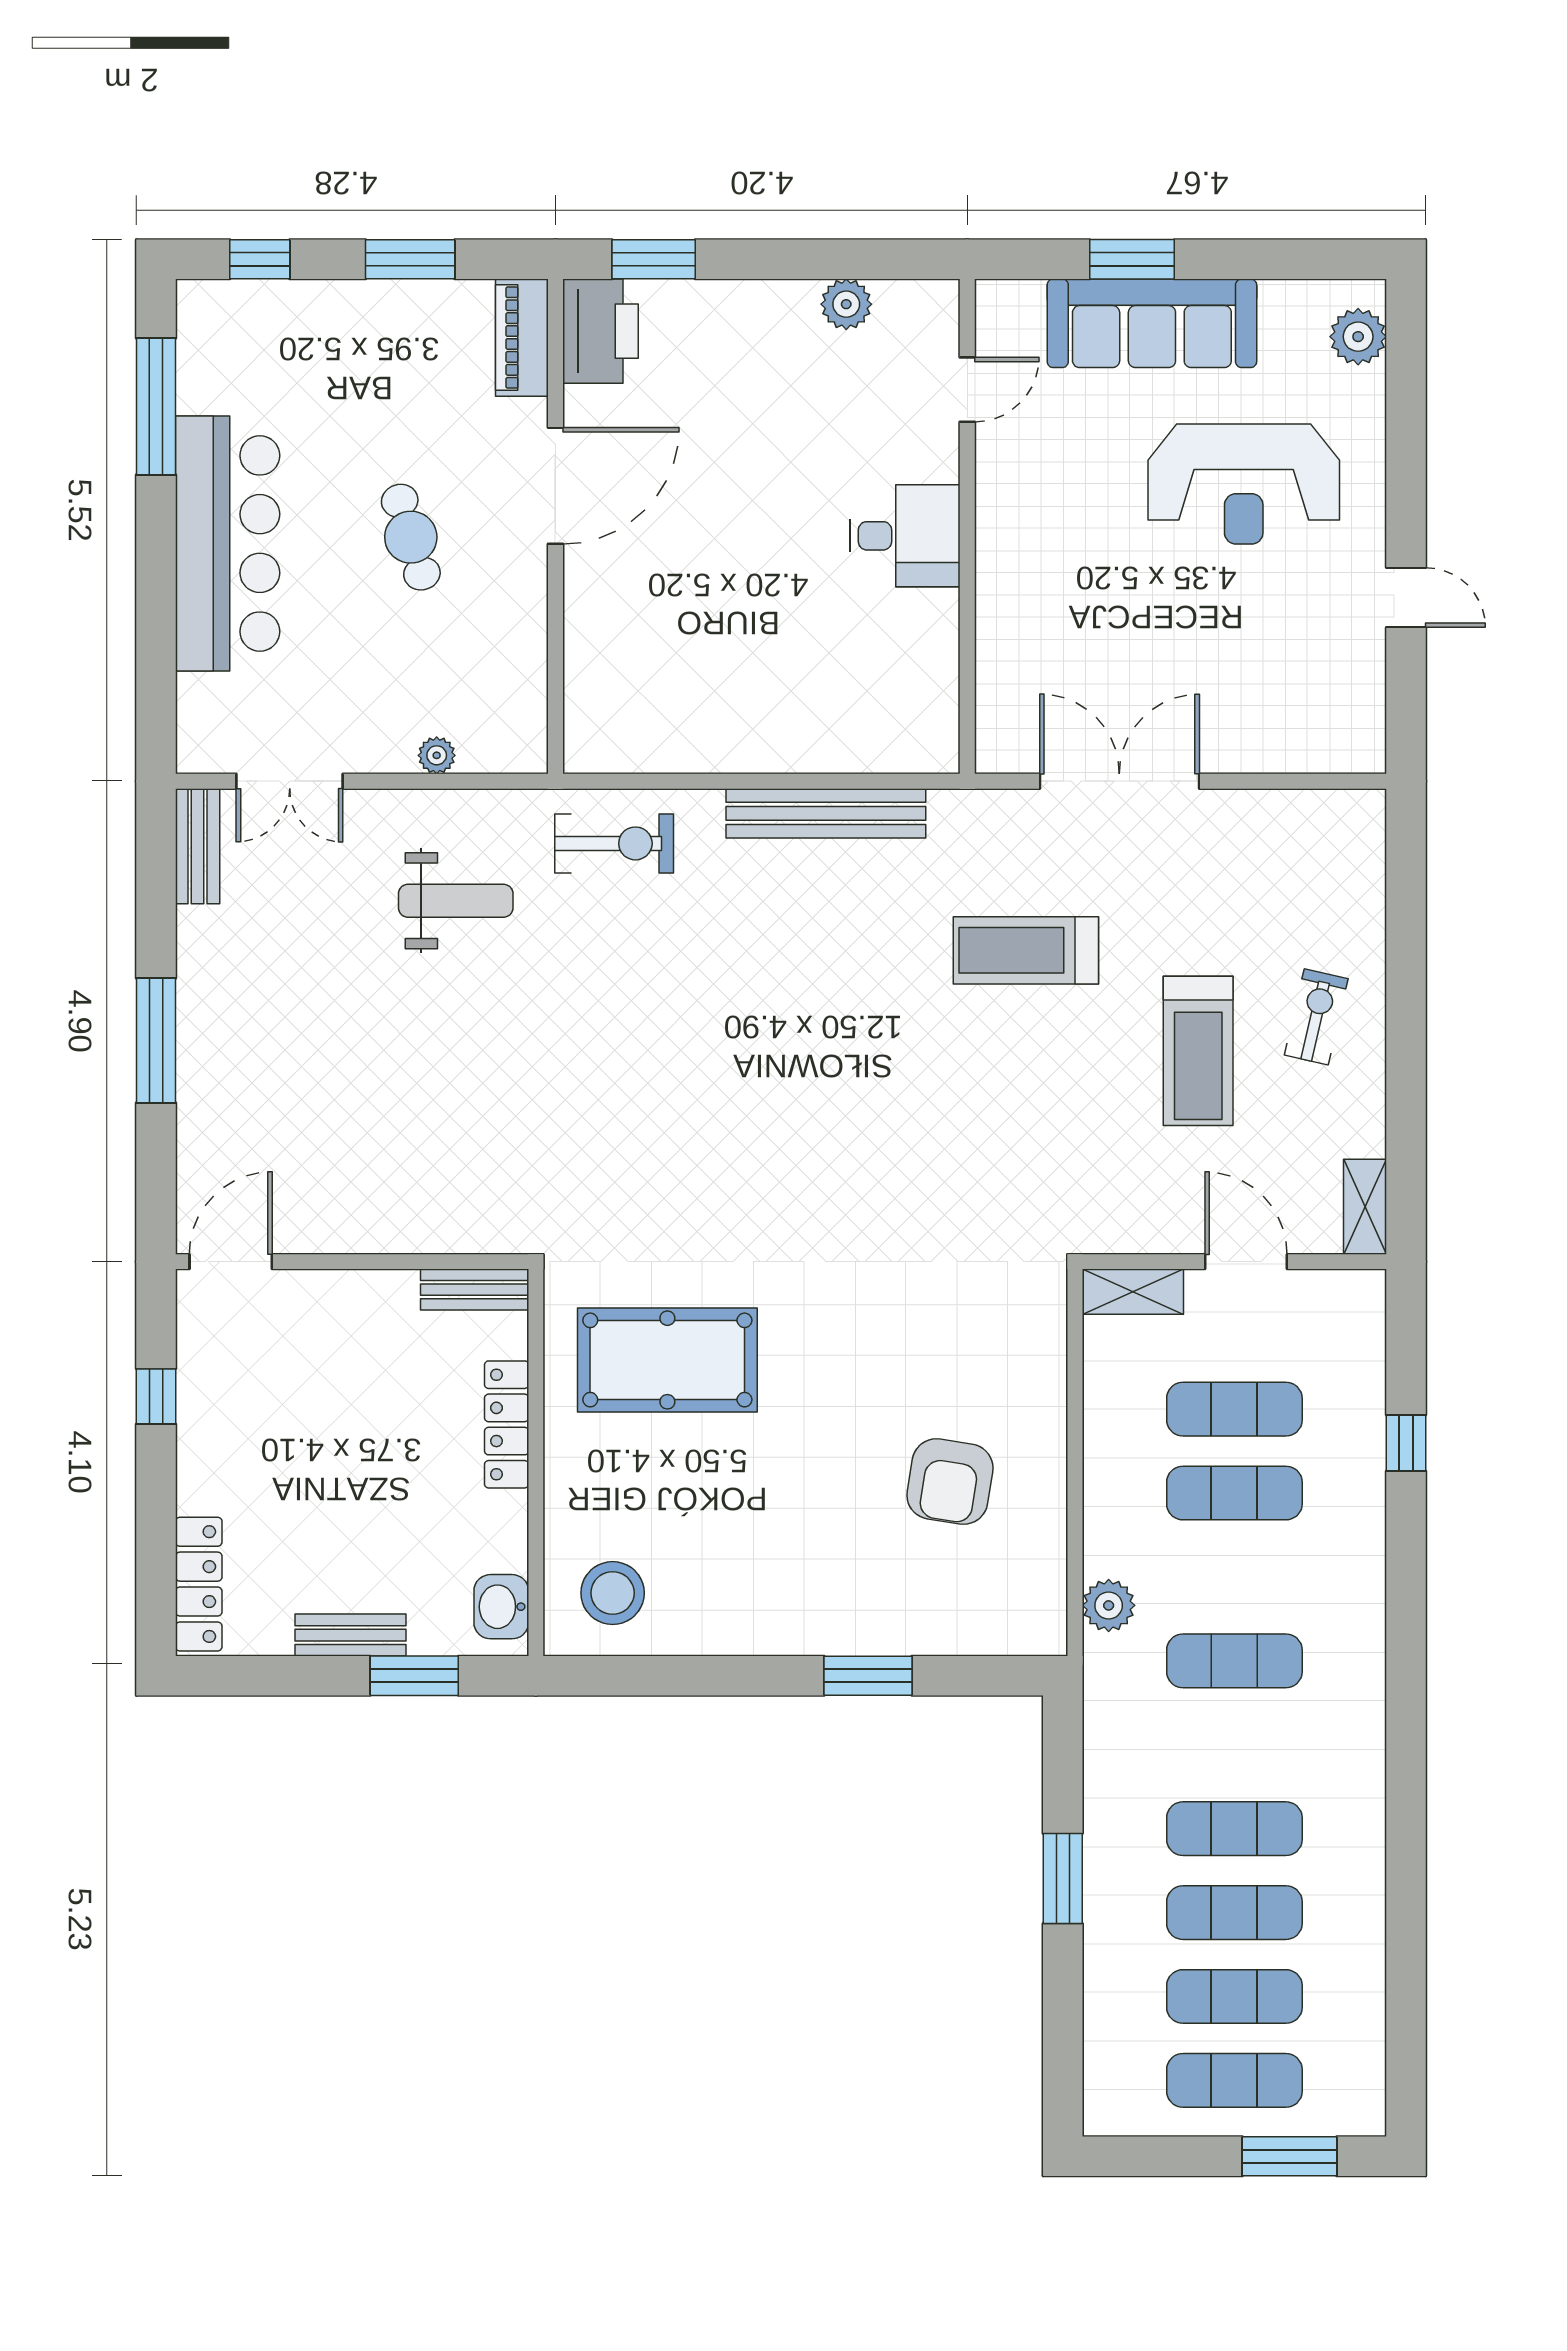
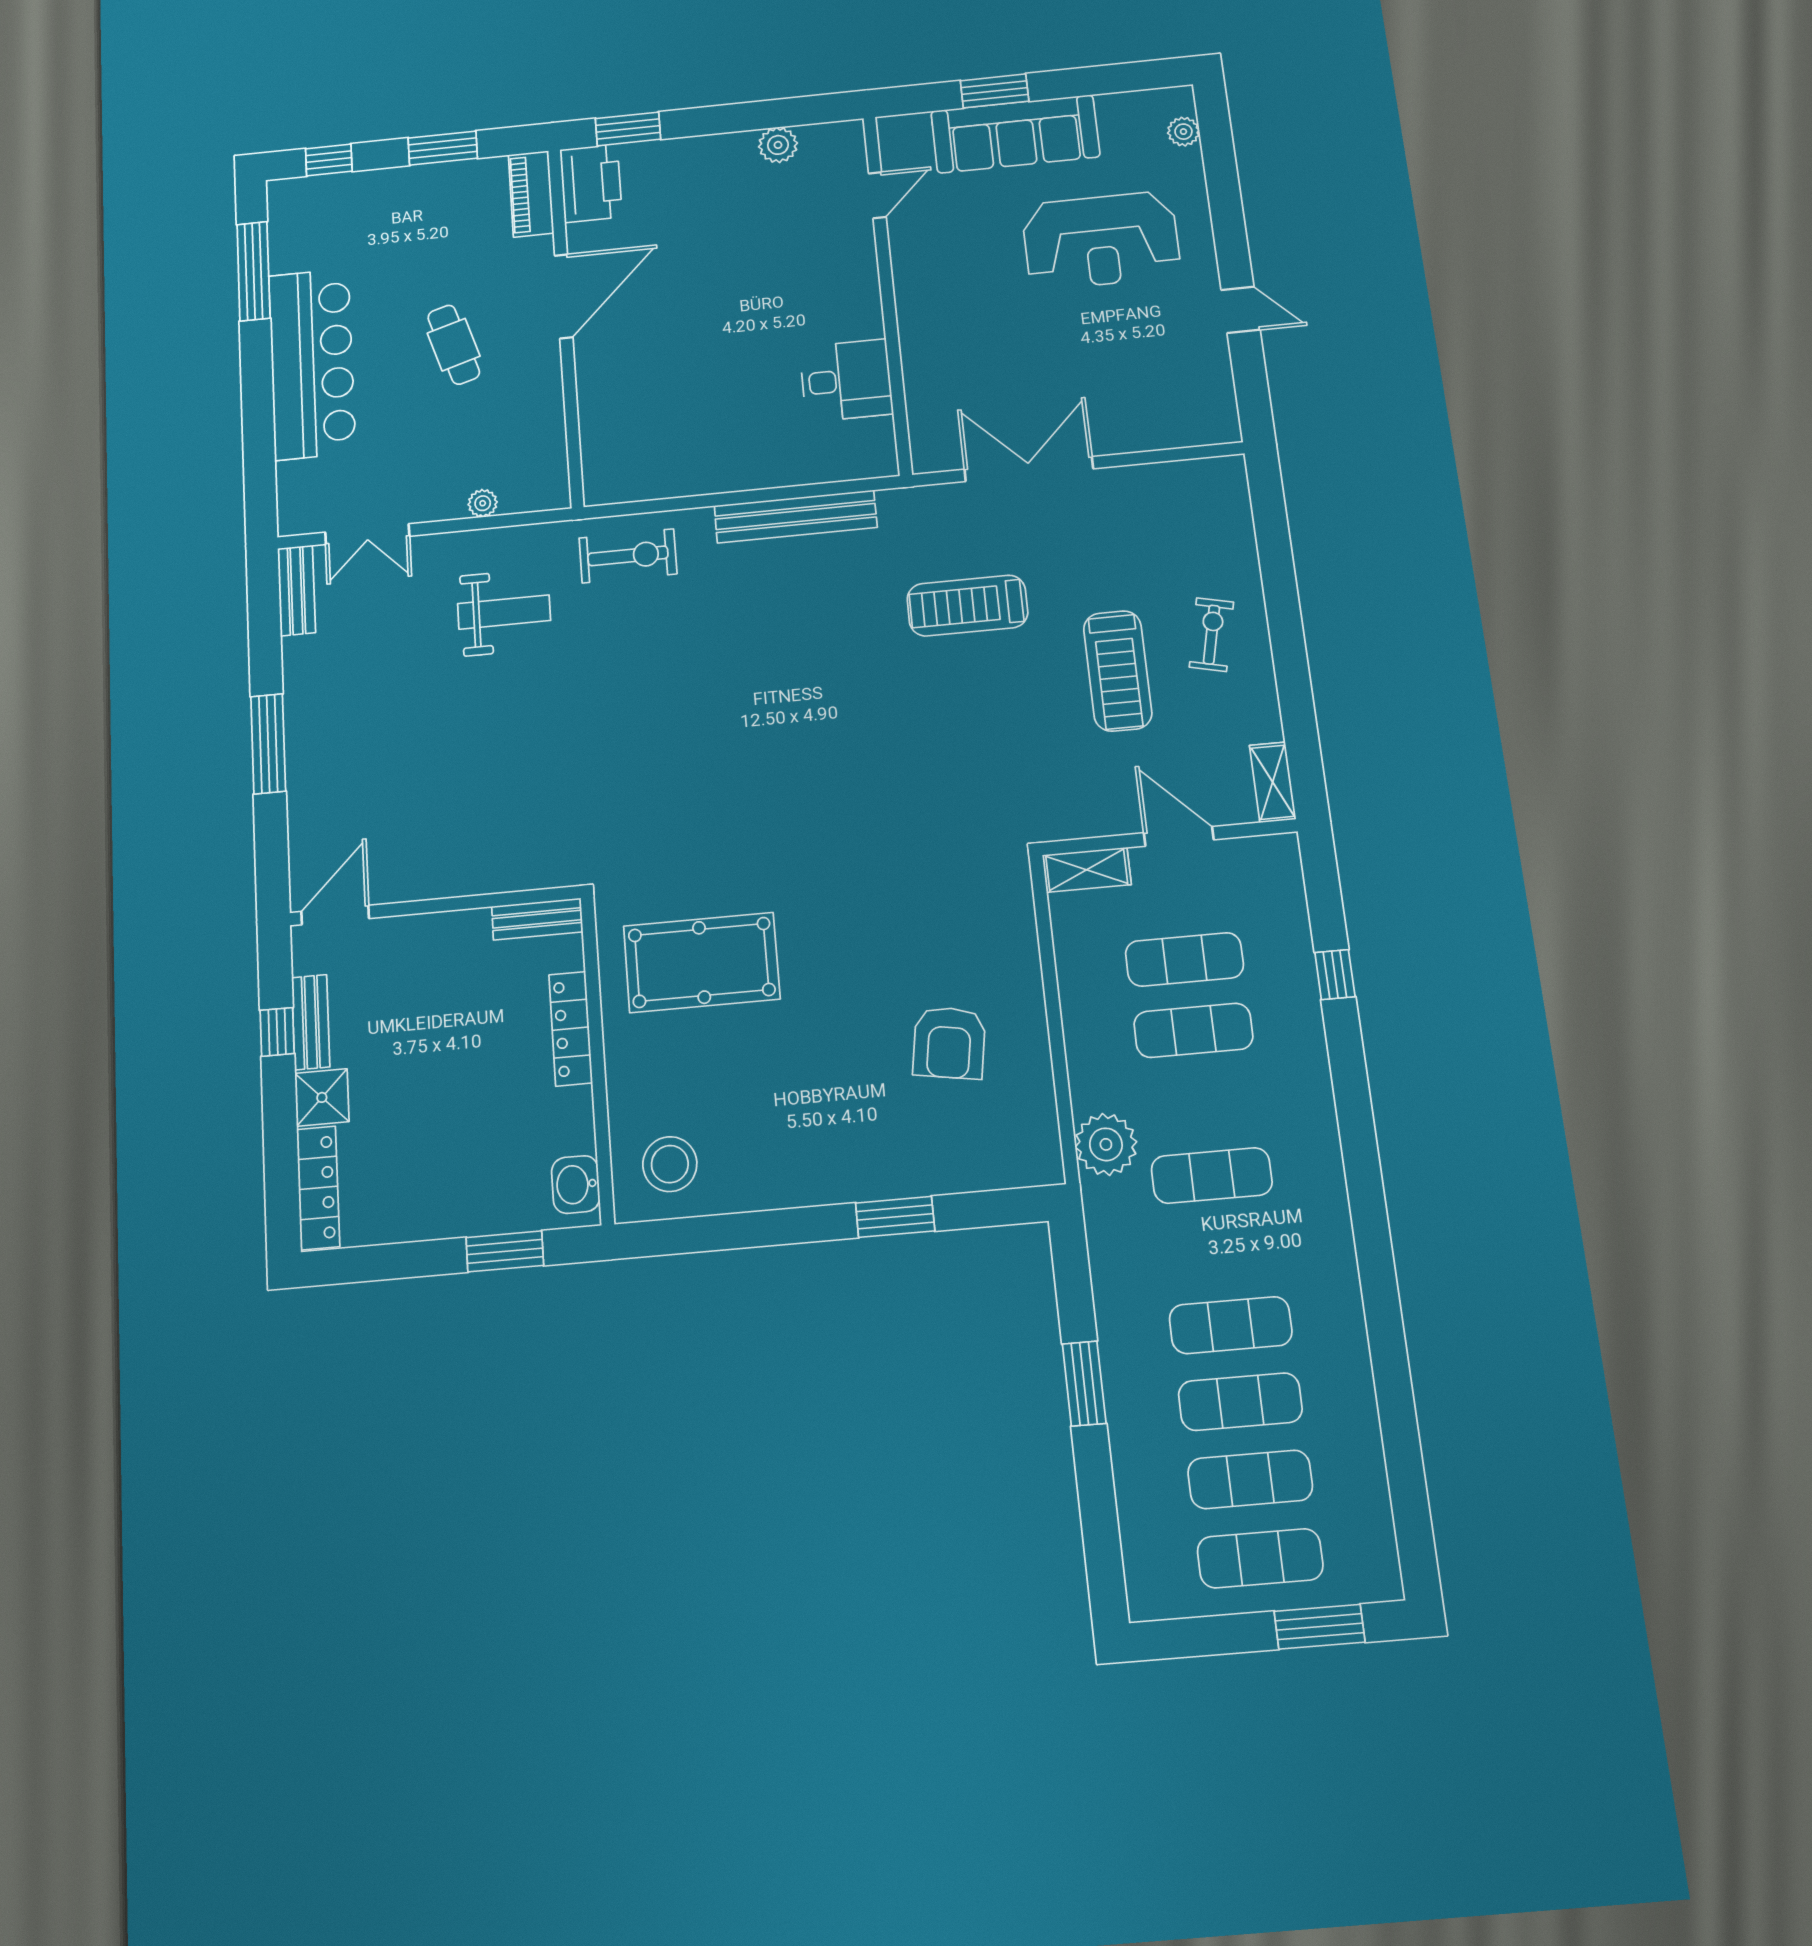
plant: (1358, 337) -> (1183, 132), width x0.73, depth x0.73
desk: (905, 536) -> (846, 380), moved
shower: (207, 1479) -> (322, 1097), added
plant: (1109, 1605) -> (1106, 1144), width x1.36, depth x1.36
bench: (350, 1635) -> (311, 1022), moved, turned 90

